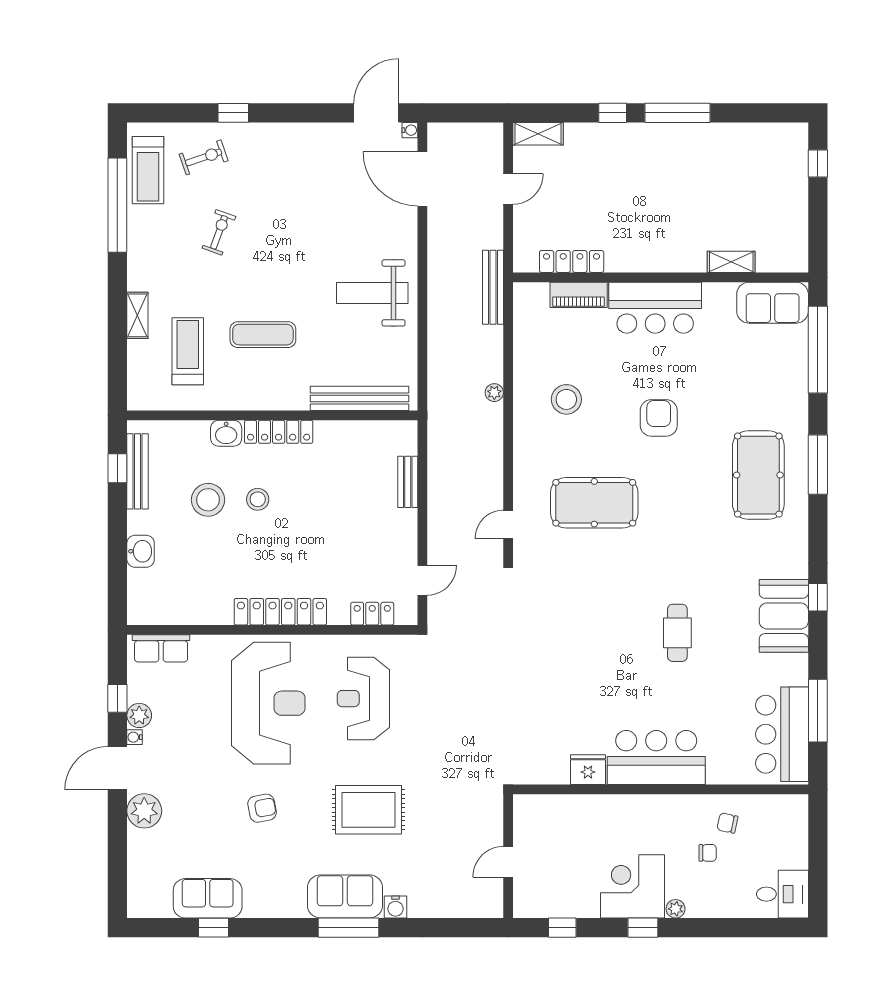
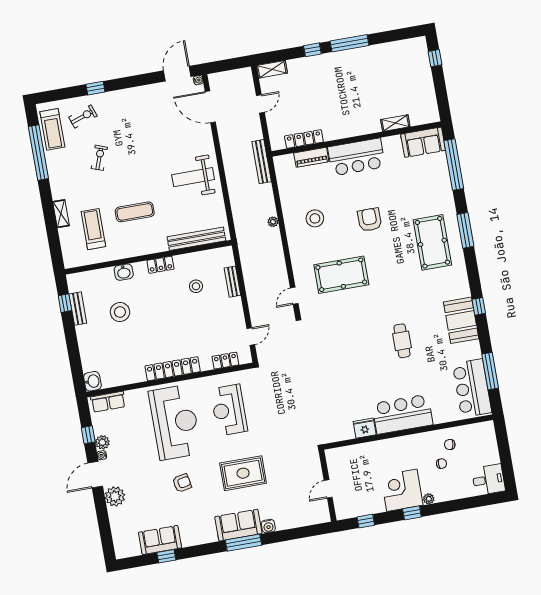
locker: (279, 432) -> (160, 265), width x0.66
bench: (138, 471) -> (78, 309), width x0.73
stool: (258, 499) -> (196, 286), moved
washbasin: (141, 551) -> (92, 381), moved

